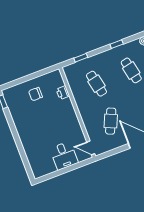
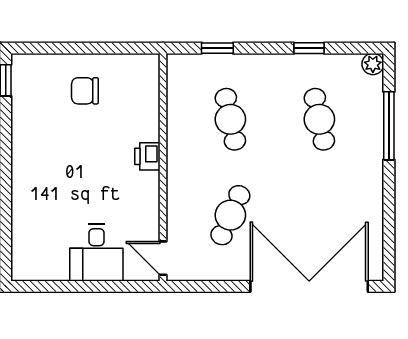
printer: (63, 93) -> (147, 156), moved

